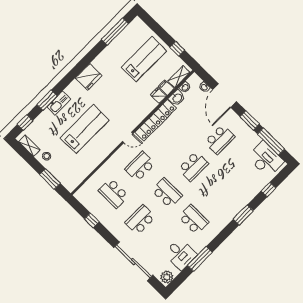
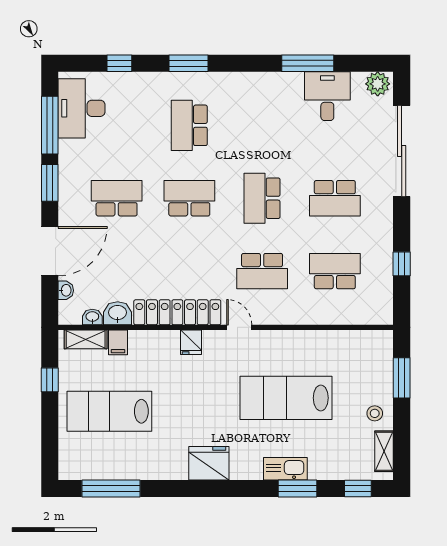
fridge: (158, 95) -> (191, 342), moved
school desk: (113, 193) -> (335, 271), turned -90
school desk: (194, 219) -> (189, 125), moved

